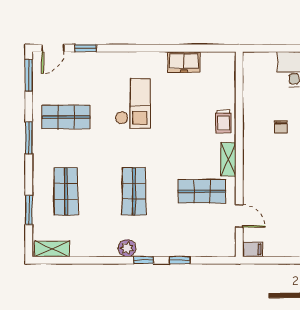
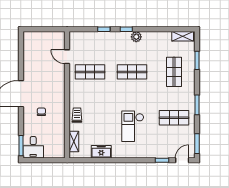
shelving: (228, 159) -> (74, 142), moved
shop shelf: (134, 191) -> (132, 72), turned 90
filing cabinet: (253, 249) -> (59, 36), removed

